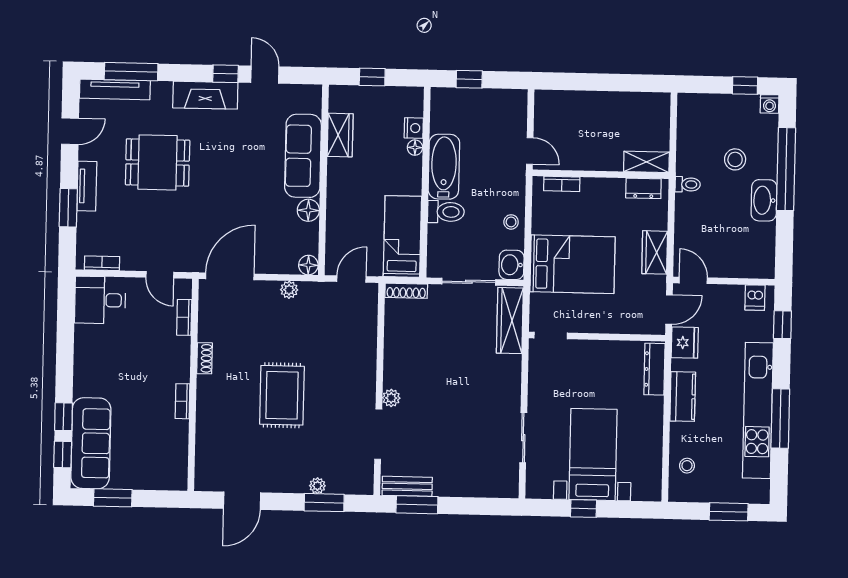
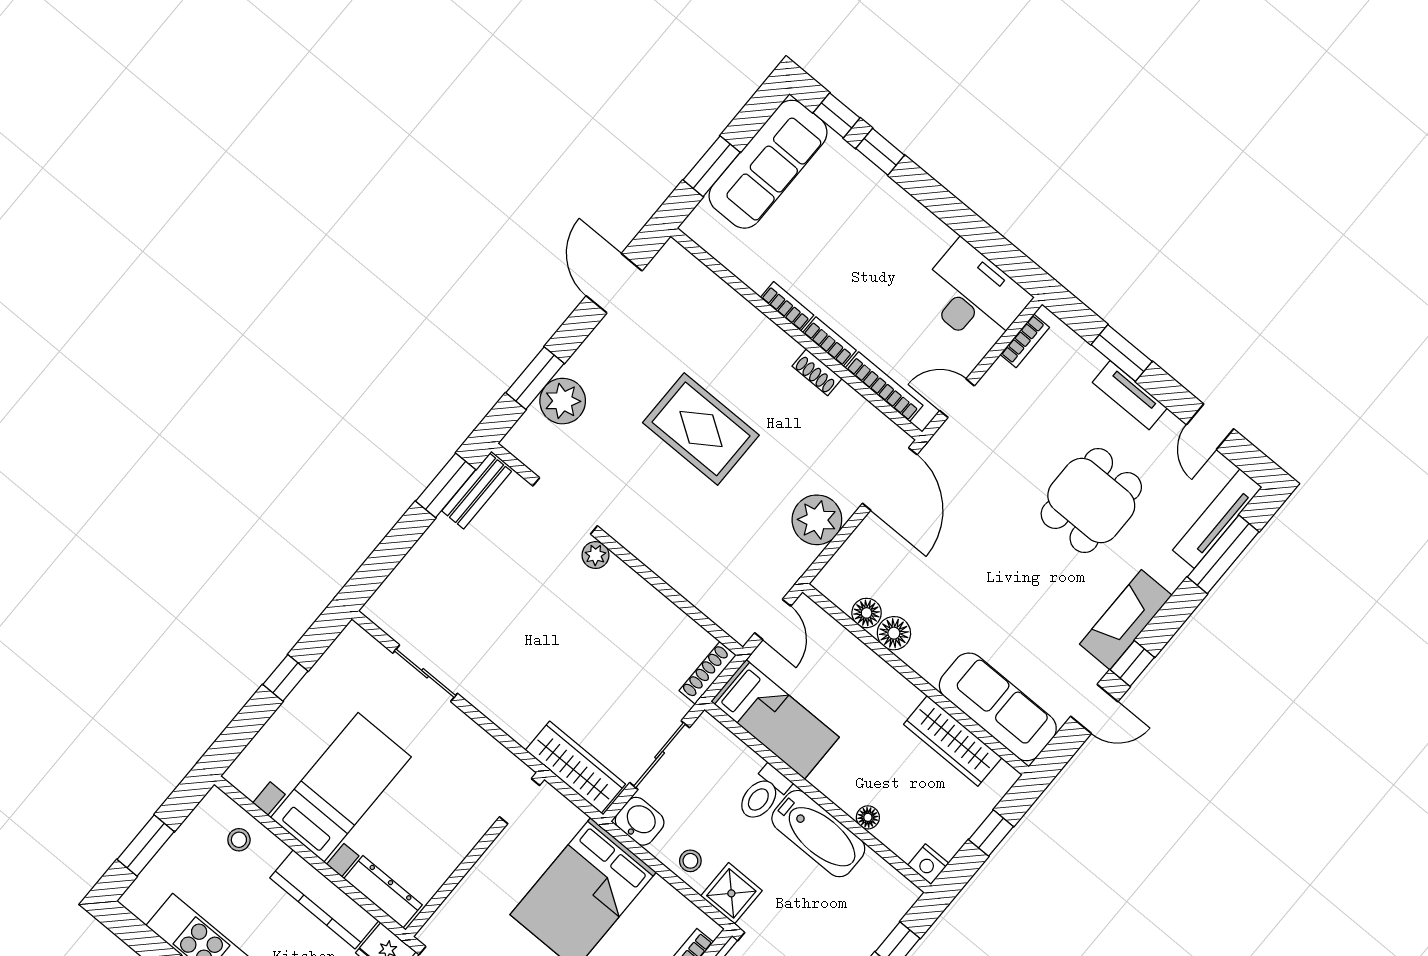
nightstand: (414, 128) -> (928, 864), moved
wardrobe: (340, 135) -> (953, 741), width x1.50
sofa: (303, 156) -> (998, 707), moved
shower: (511, 187) -> (731, 893), added
floor lamp: (308, 265) -> (867, 613), moved
plant: (289, 290) -> (817, 520), width x1.87, depth x1.87
desk: (100, 300) -> (973, 296), width x1.37
bookcase: (184, 317) -> (884, 387), width x1.56
bookcase: (183, 365) -> (829, 342), added
kitchen counter: (683, 397) -> (324, 899), width x1.50
sofa: (91, 443) -> (768, 164), moved, turned -90
bed with nightstands: (593, 454) -> (341, 787), moved, turned -90
plant: (317, 486) -> (563, 401), width x1.87, depth x1.87
window: (113, 498) -> (712, 166), moved

